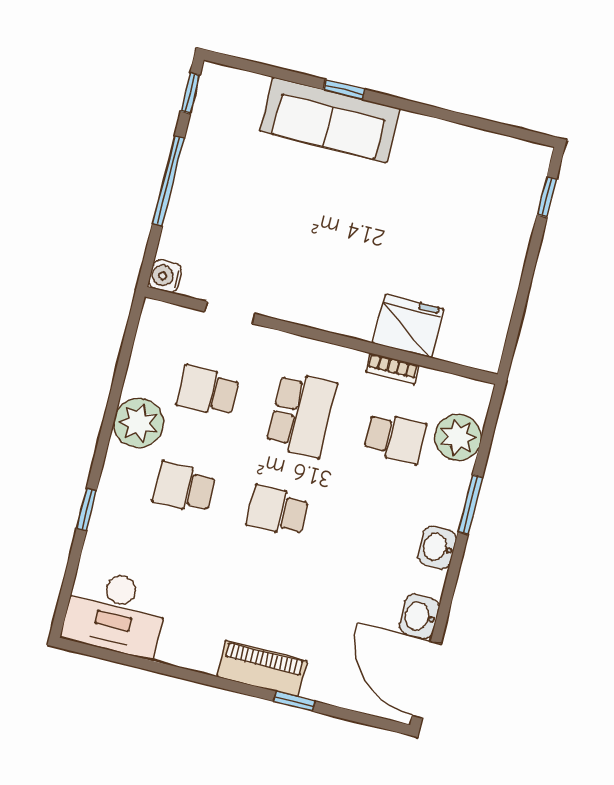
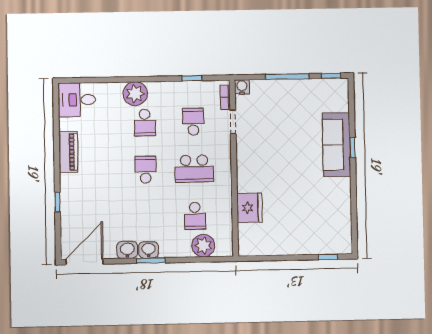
bookcase: (393, 369) -> (225, 97), moved
plant: (139, 423) -> (135, 94), moved
school desk: (184, 488) -> (145, 123), turned 180
window: (470, 505) -> (151, 260), moved
window: (86, 510) -> (192, 78), moved
desk: (115, 613) -> (77, 100), width x0.73
washbasin: (419, 616) -> (127, 250), moved
piano: (262, 669) -> (68, 152), moved

